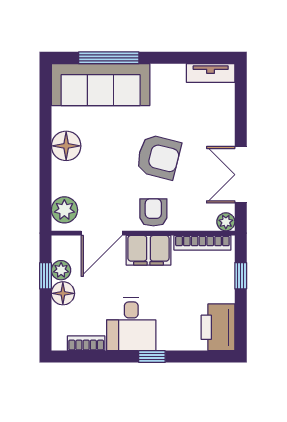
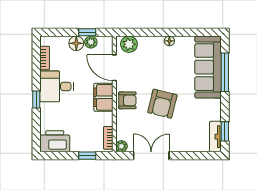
window: (203, 58) -> (225, 131), added
floor lamp: (66, 146) -> (169, 41), width x0.53, depth x0.53
bookcase: (202, 243) -> (108, 138), width x0.64

